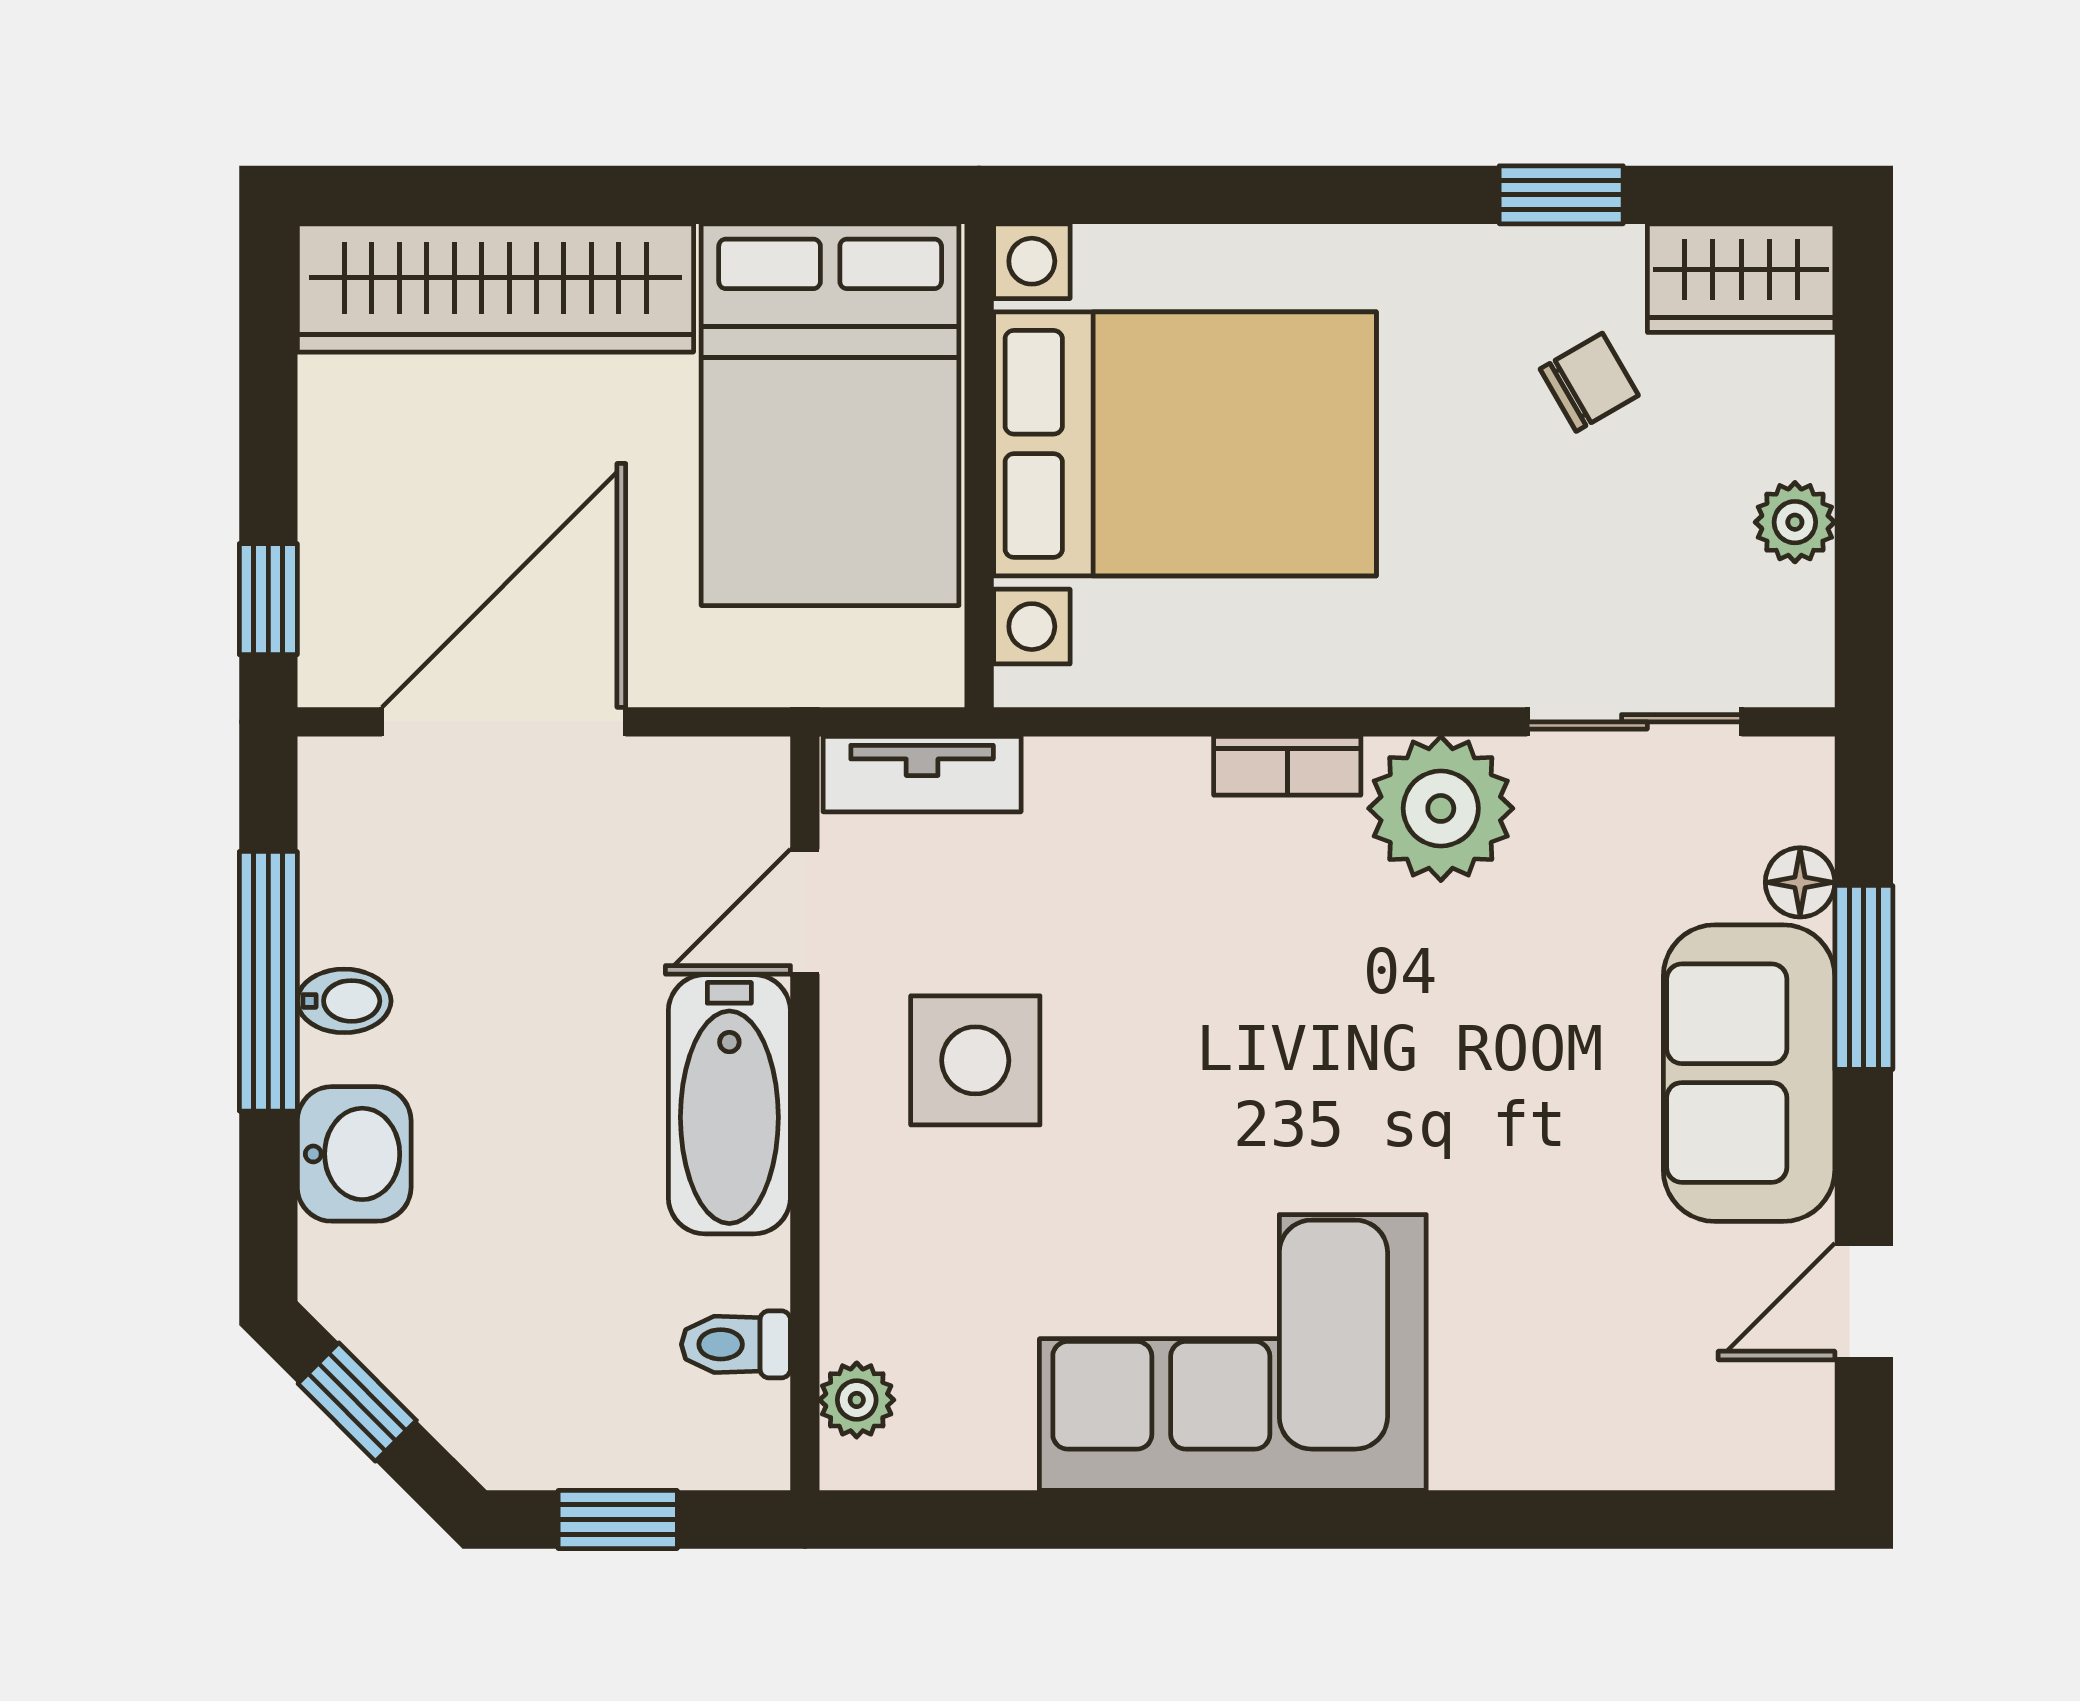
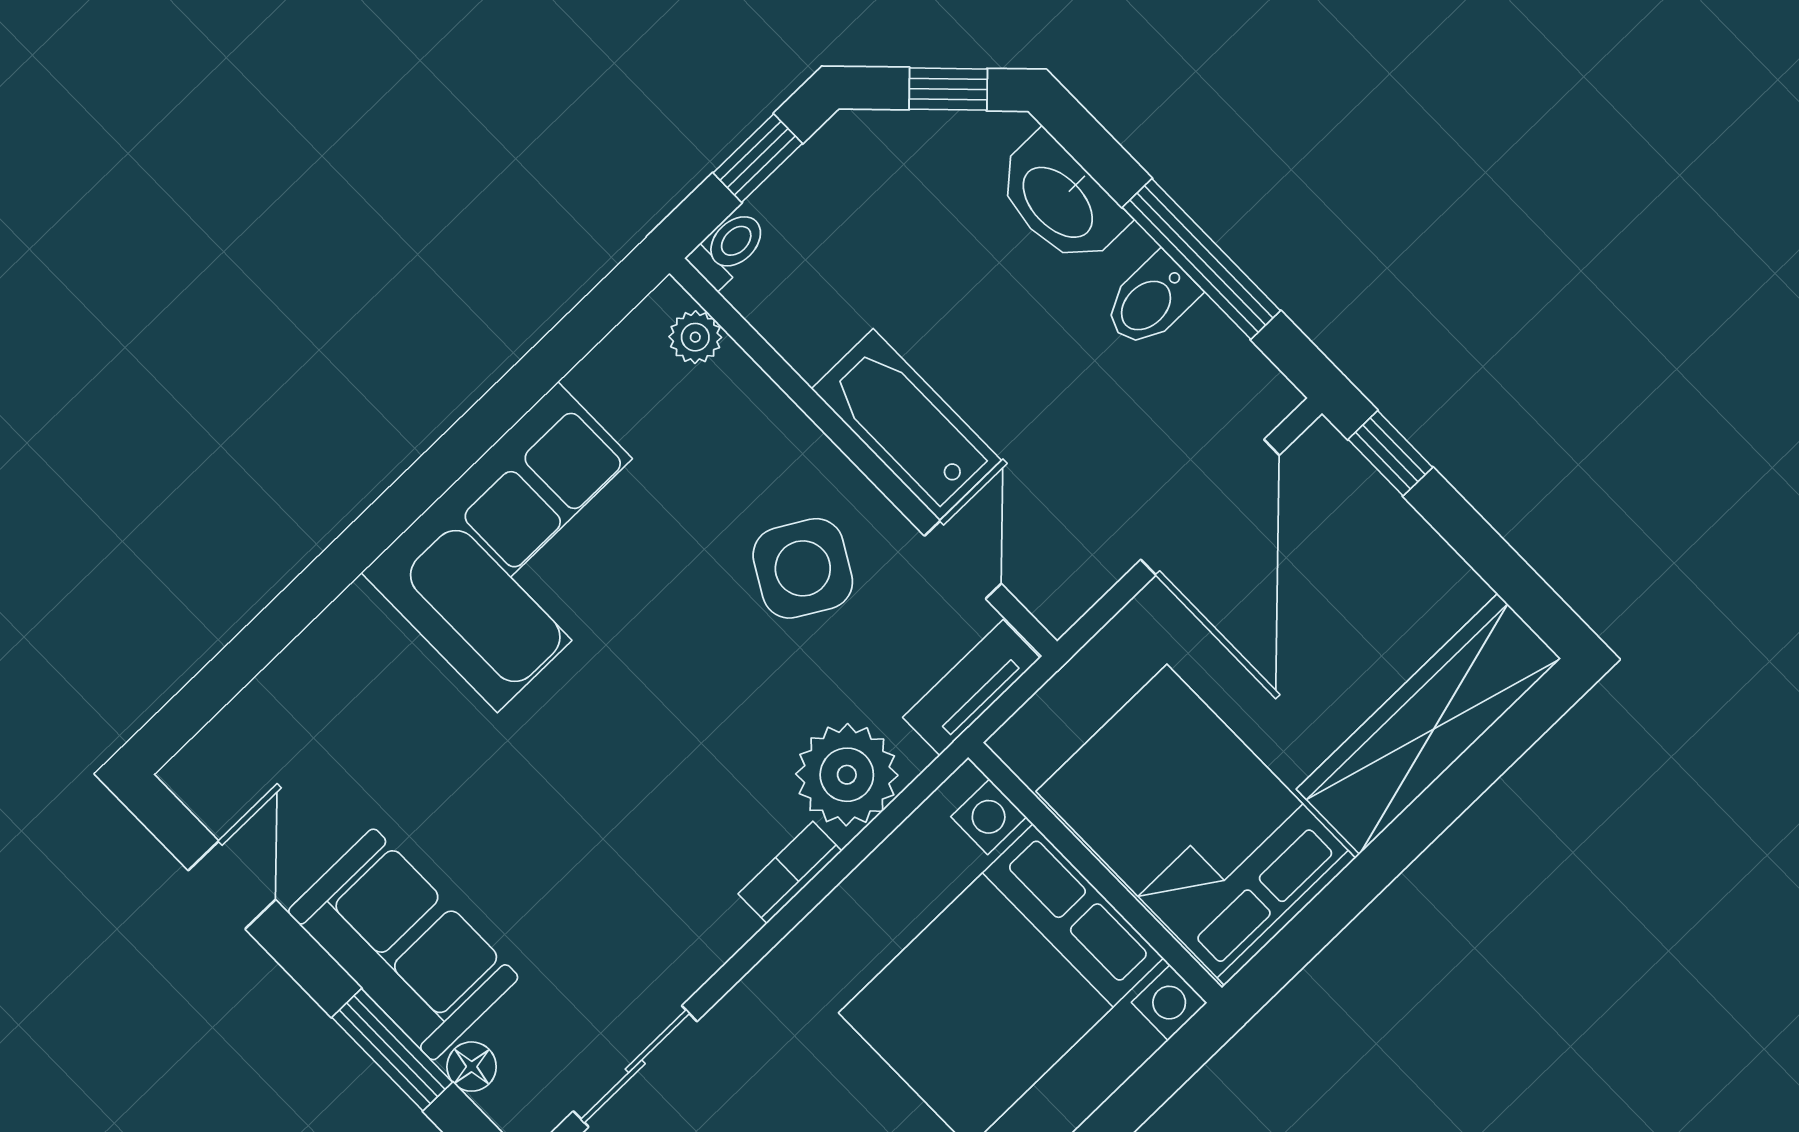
plant: (1441, 808) -> (847, 775), moved
bidet: (344, 1001) -> (1151, 301), width x1.38, depth x1.36
side table: (975, 1060) -> (803, 568), turned 30
washbasin: (354, 1154) -> (1060, 201), width x1.38
toilet: (736, 1344) -> (728, 248), moved

